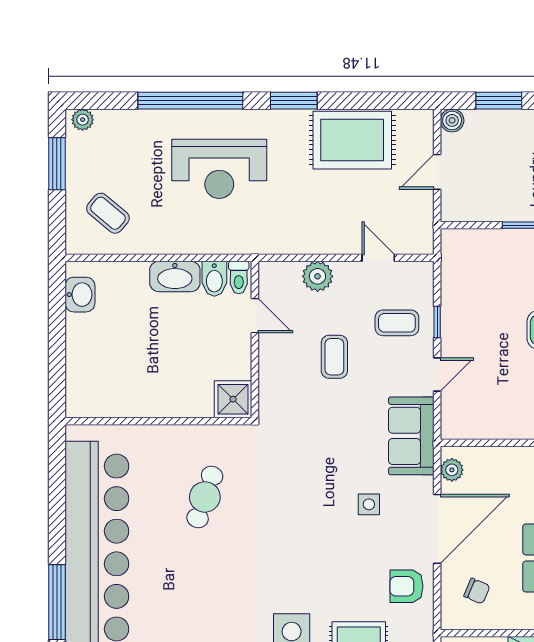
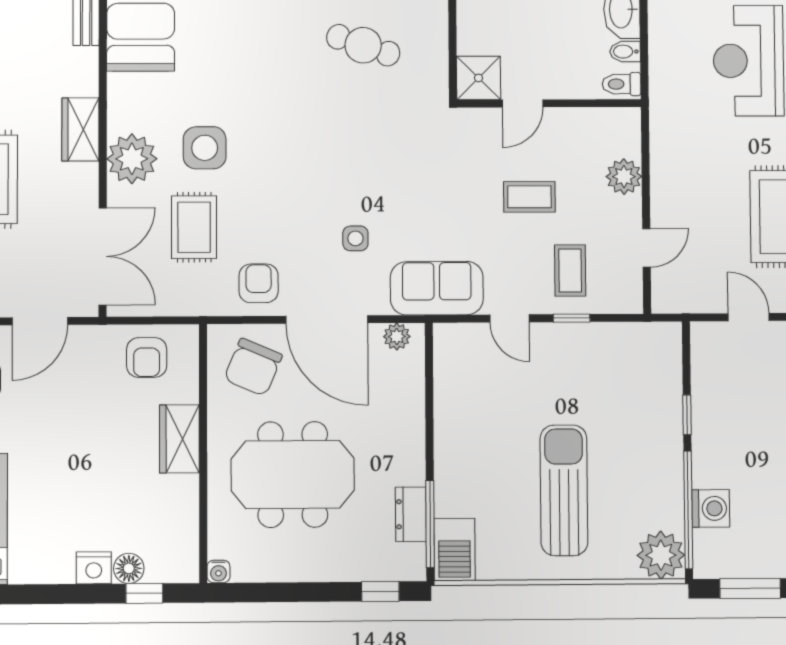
bidet: (214, 279) -> (625, 52), width x0.72, depth x0.74
door: (255, 316) -> (523, 103), moved
chair: (477, 591) -> (253, 367), width x1.87, depth x1.87

